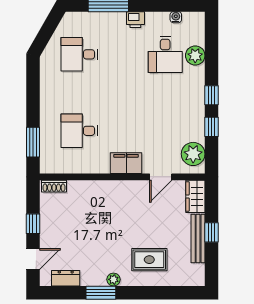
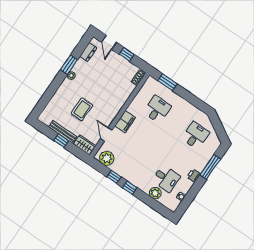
desk: (165, 54) -> (166, 178), turned 180
rug: (149, 260) -> (82, 109), moved

